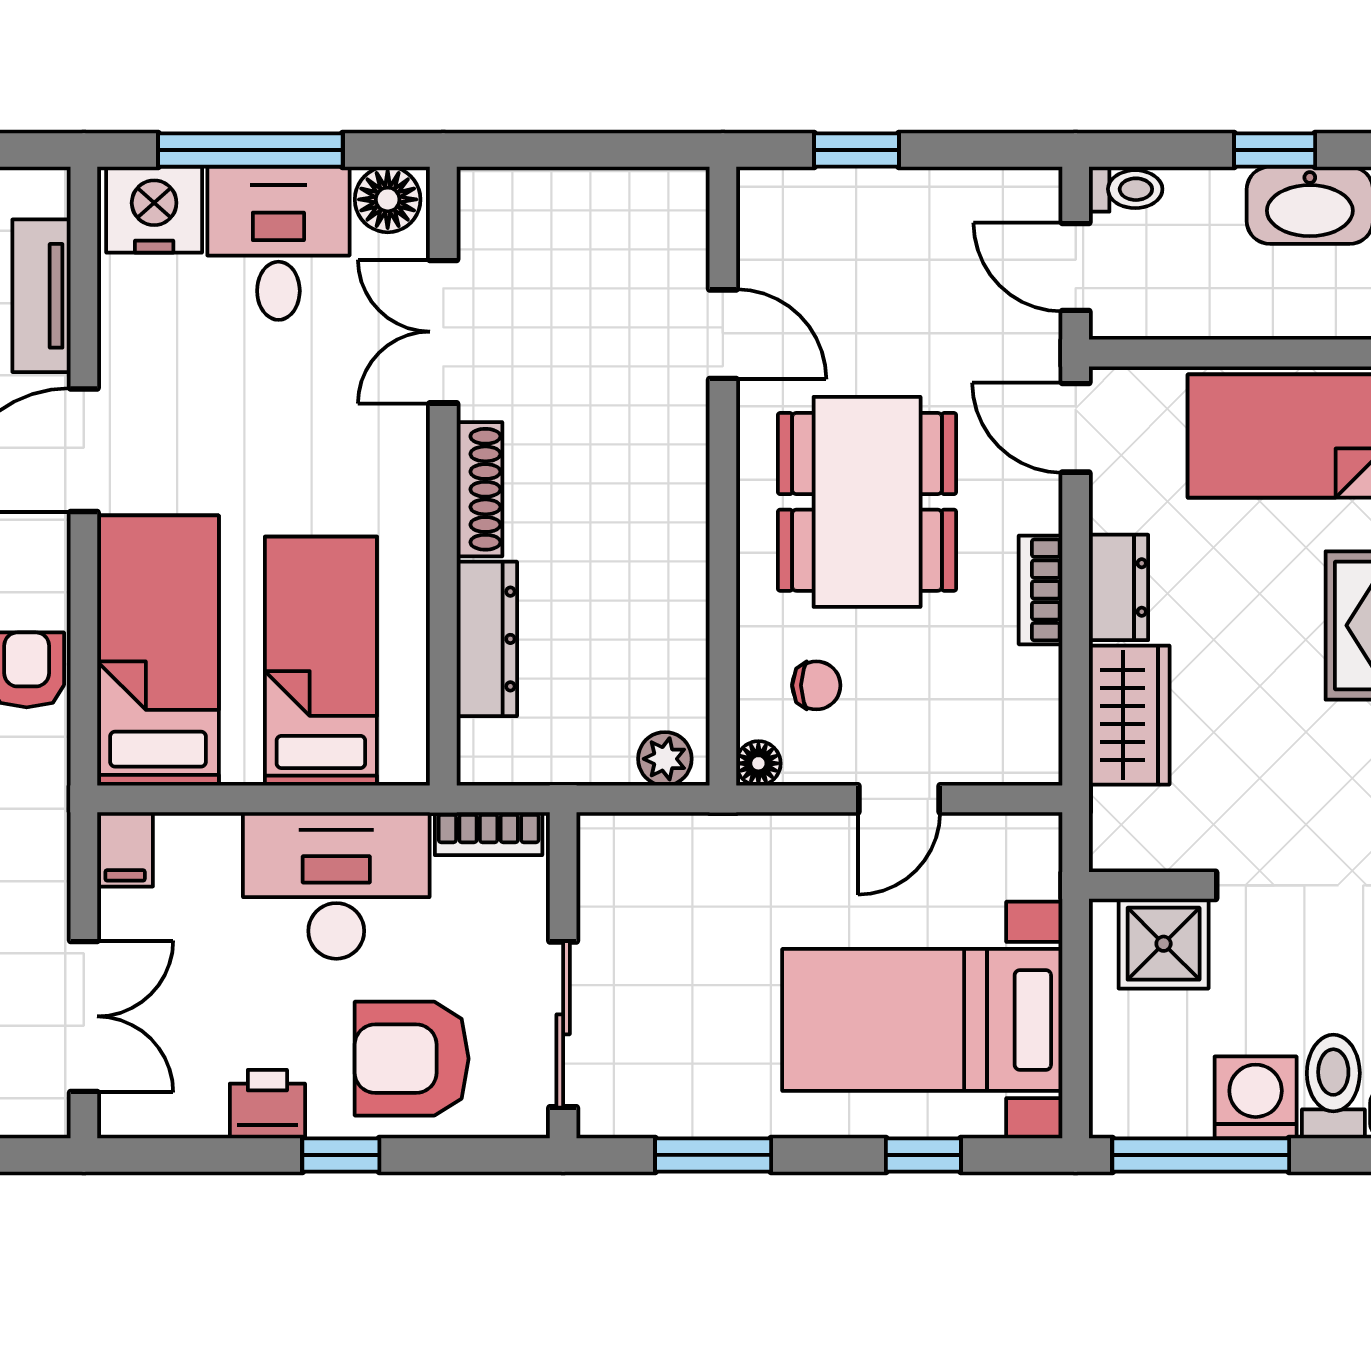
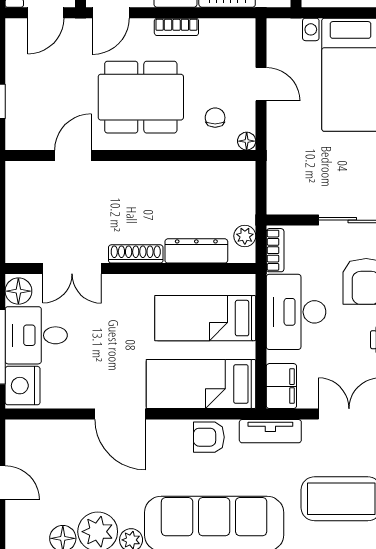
tv unit: (41, 296) -> (270, 431), moved
plant: (665, 759) -> (245, 236), moved
filing cabinet: (125, 849) -> (281, 386), width x2.00

